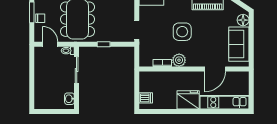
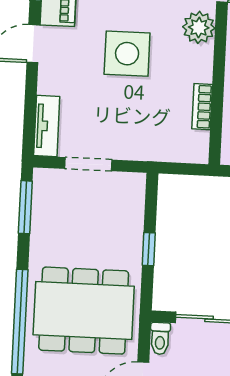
doorway: (137, 30) -> (88, 164), moved
plant: (179, 60) -> (199, 27), moved

